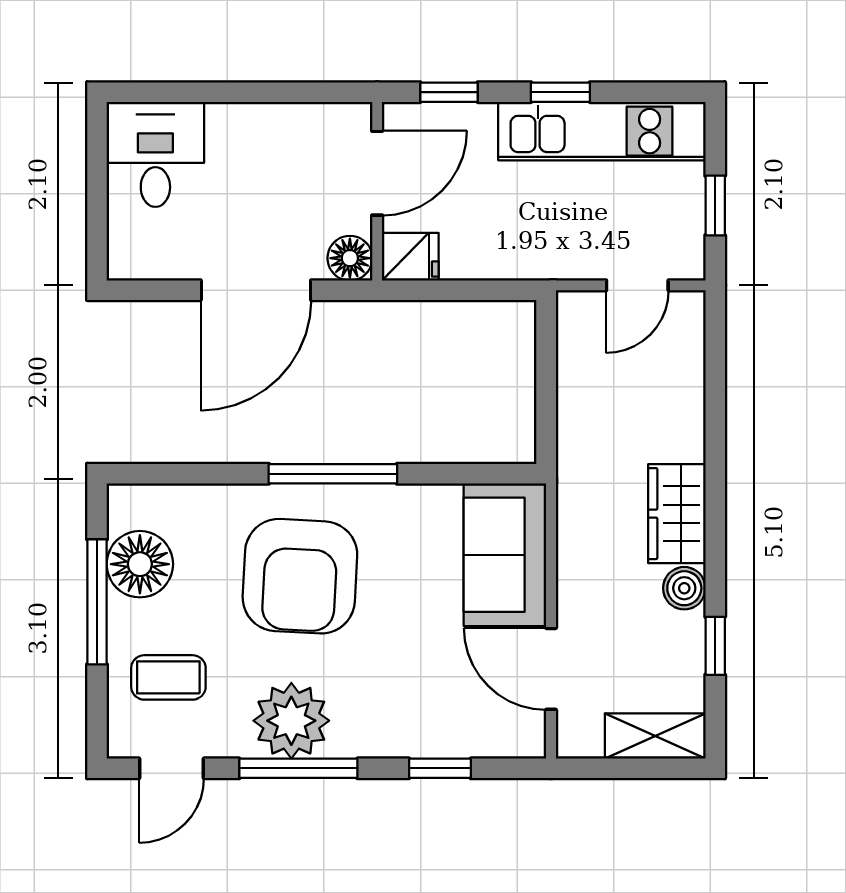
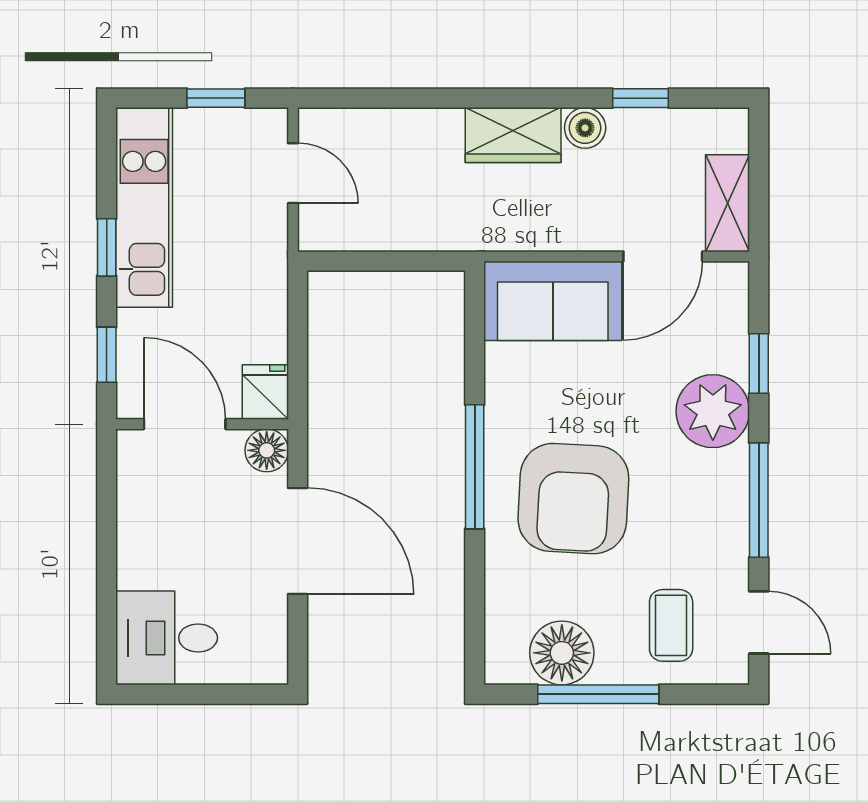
armchair: (300, 576) -> (573, 499), turned 90
plant: (291, 721) -> (713, 411), moved
shelving: (655, 736) -> (728, 203), moved

